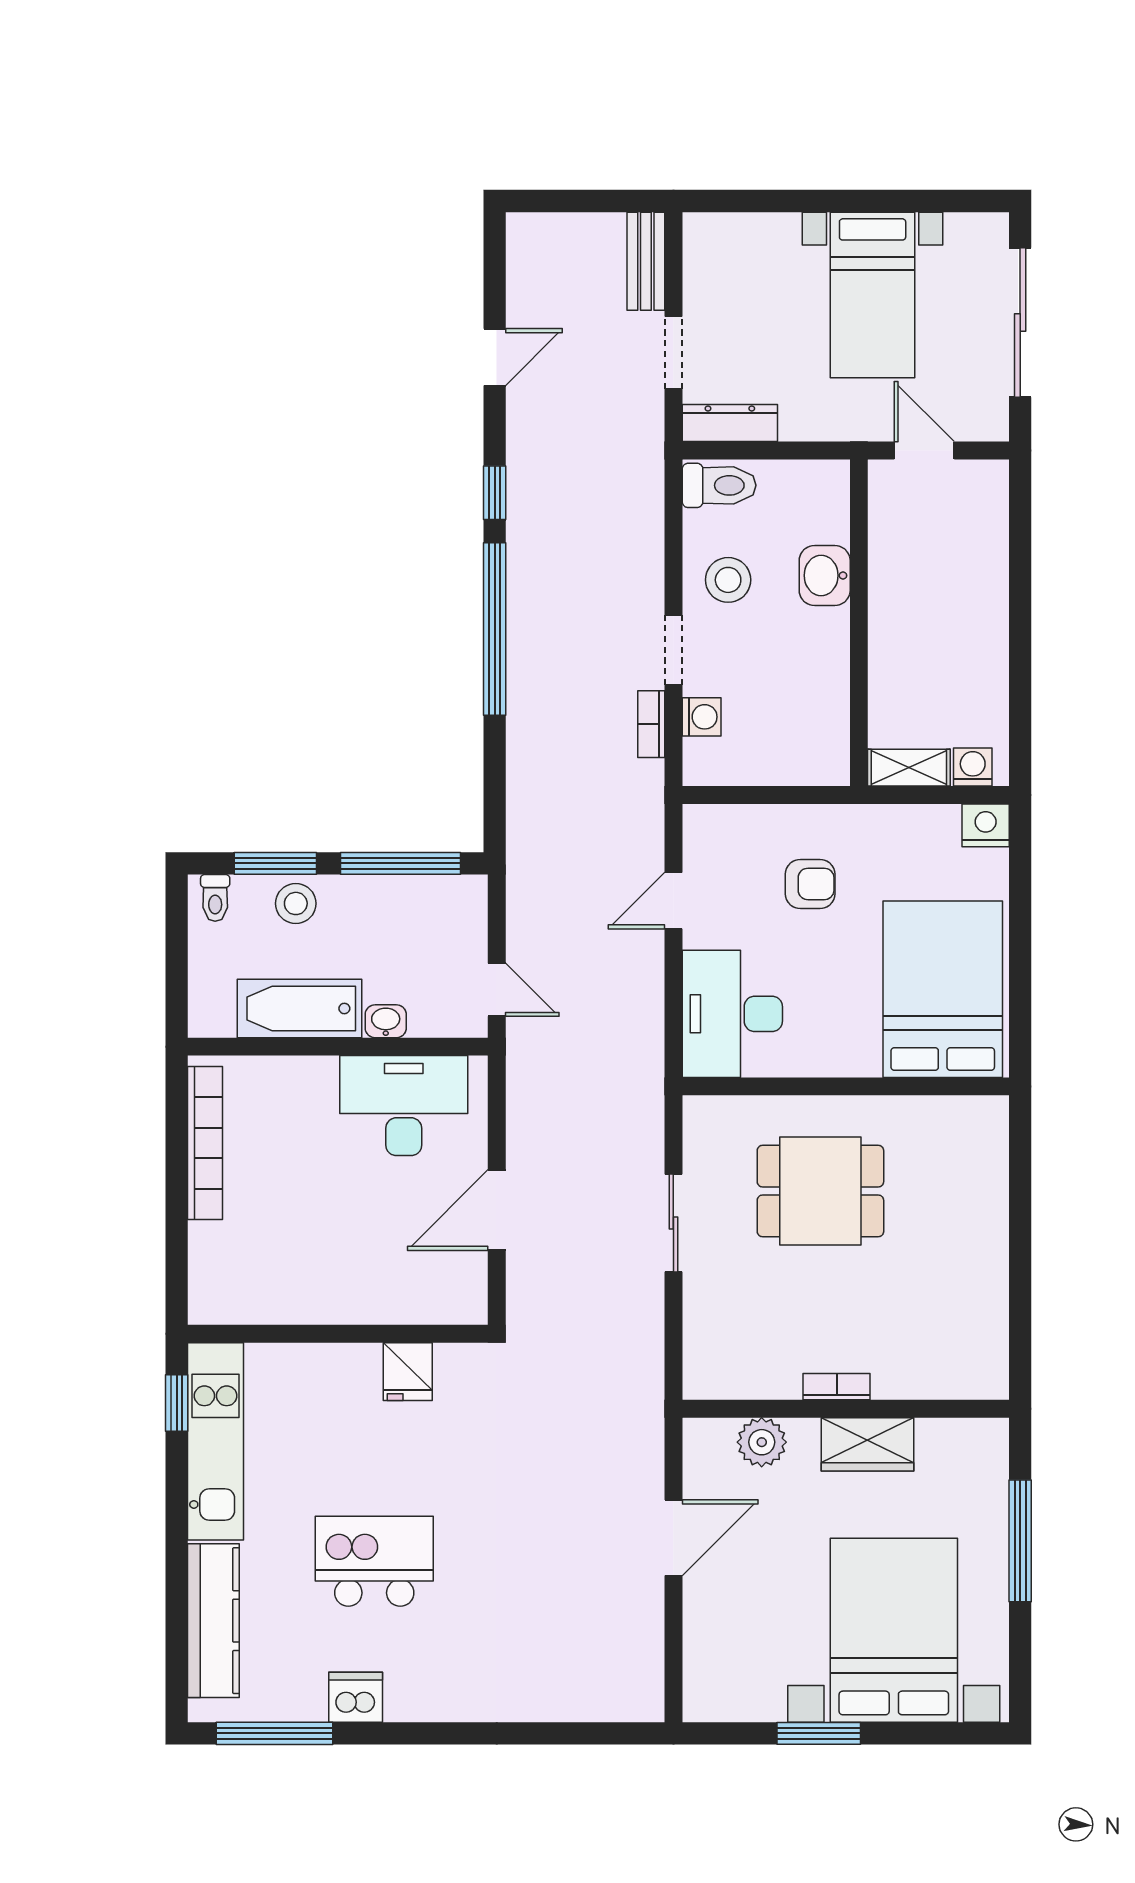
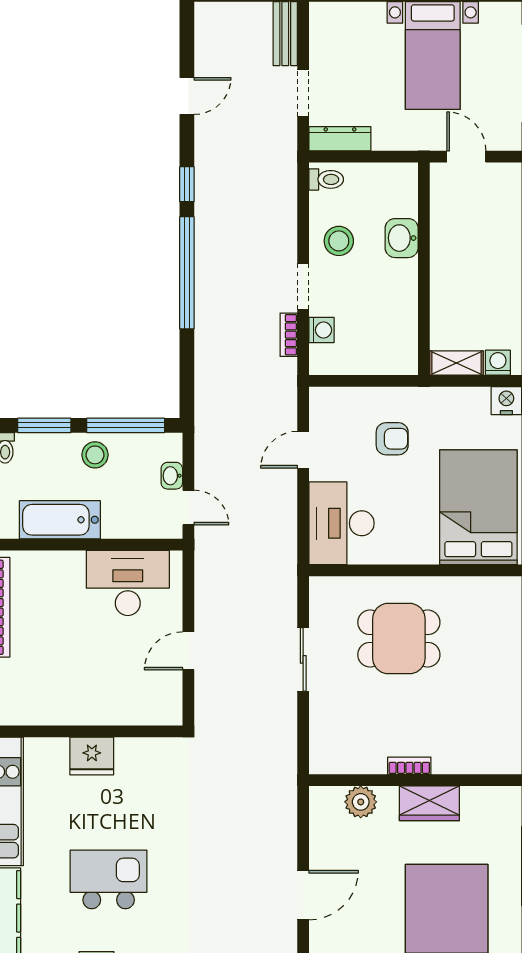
toilet: (719, 485) -> (326, 179), width x0.73, depth x0.72
stool: (296, 903) -> (95, 455), moved
washbasin: (386, 1021) -> (172, 476), moved, turned -90
door: (497, 1210) -> (188, 651), width x0.73
fridge: (408, 1372) -> (92, 756), moved, width x1.38
door: (673, 1538) -> (303, 895), moved

